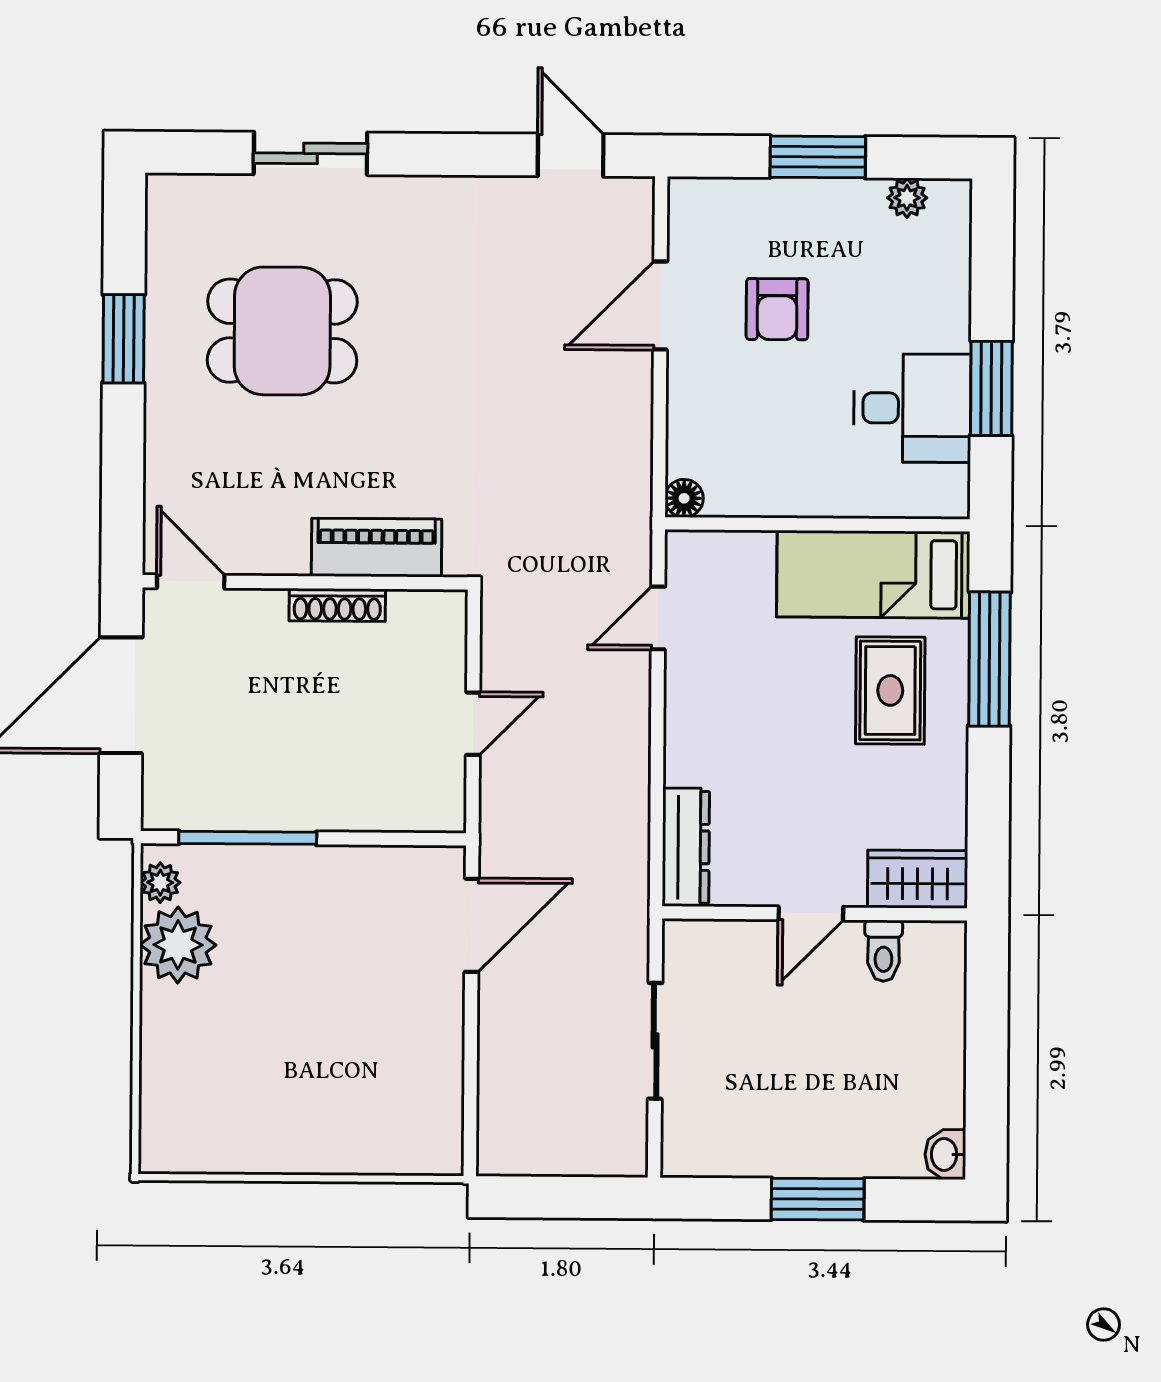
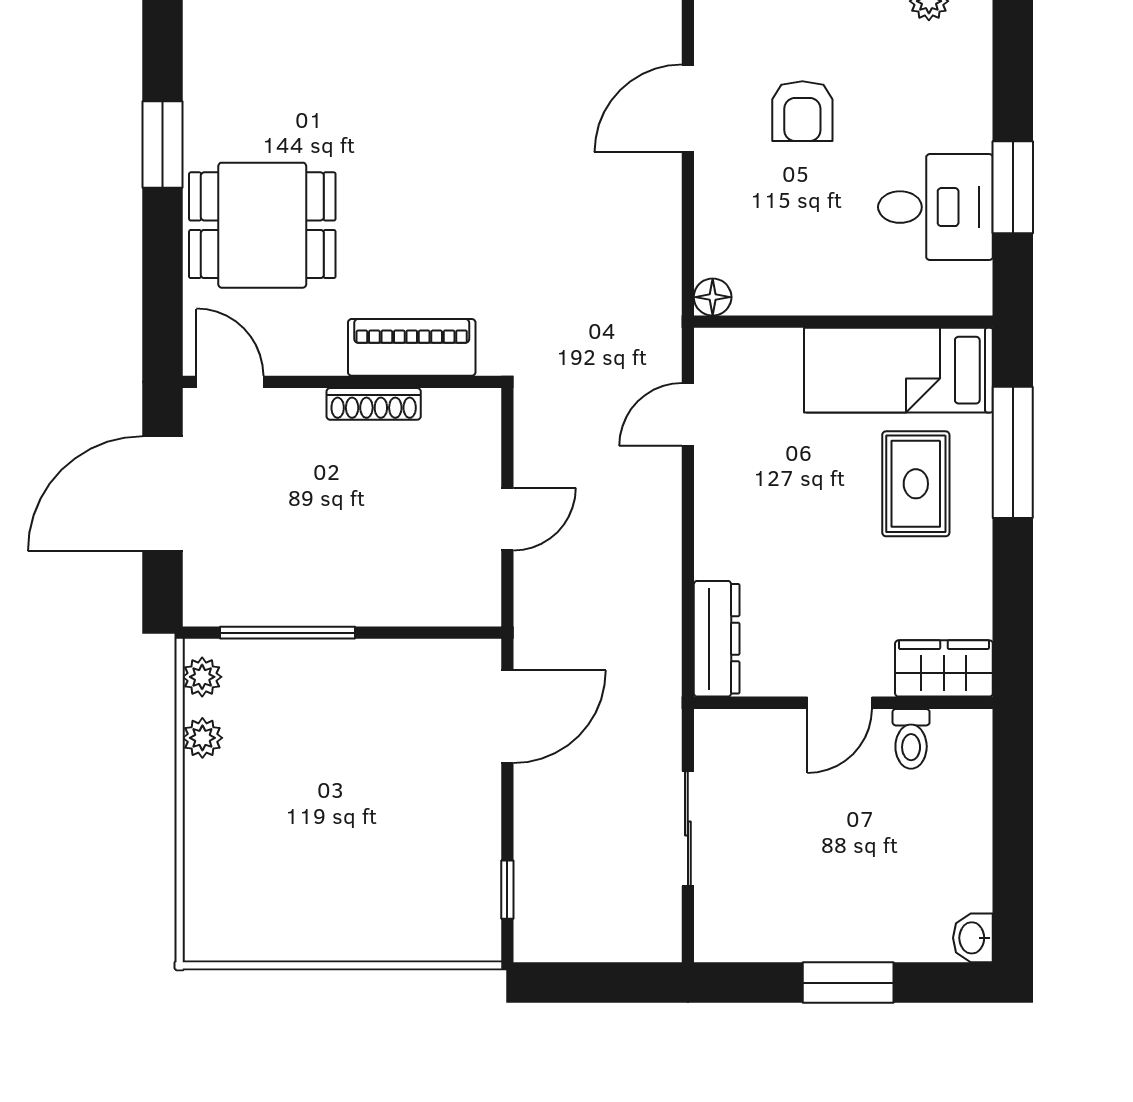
dining table: (282, 331) -> (262, 225), moved
plant: (178, 945) -> (202, 738), width x0.53, depth x0.53
window: (470, 1102) -> (507, 890), added

